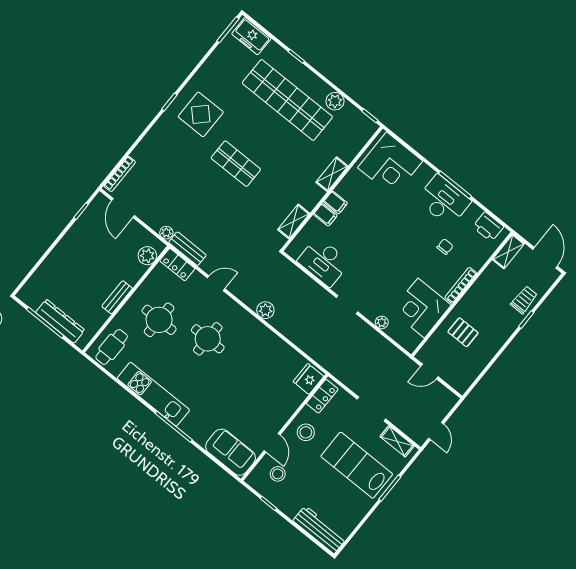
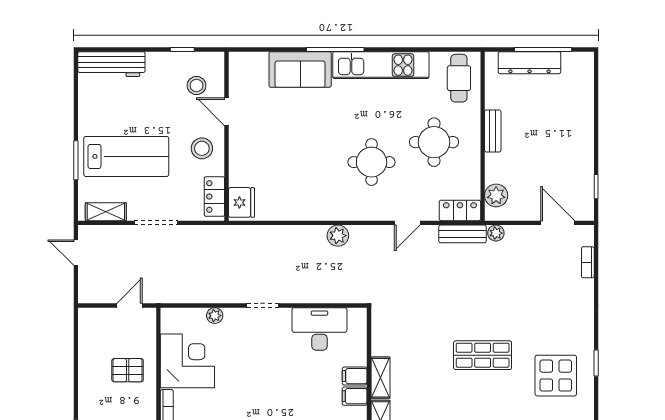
bookcase: (120, 174) -> (588, 262), width x0.64
shelving: (294, 221) -> (380, 378), moved
sofa: (231, 452) -> (300, 69), moved

